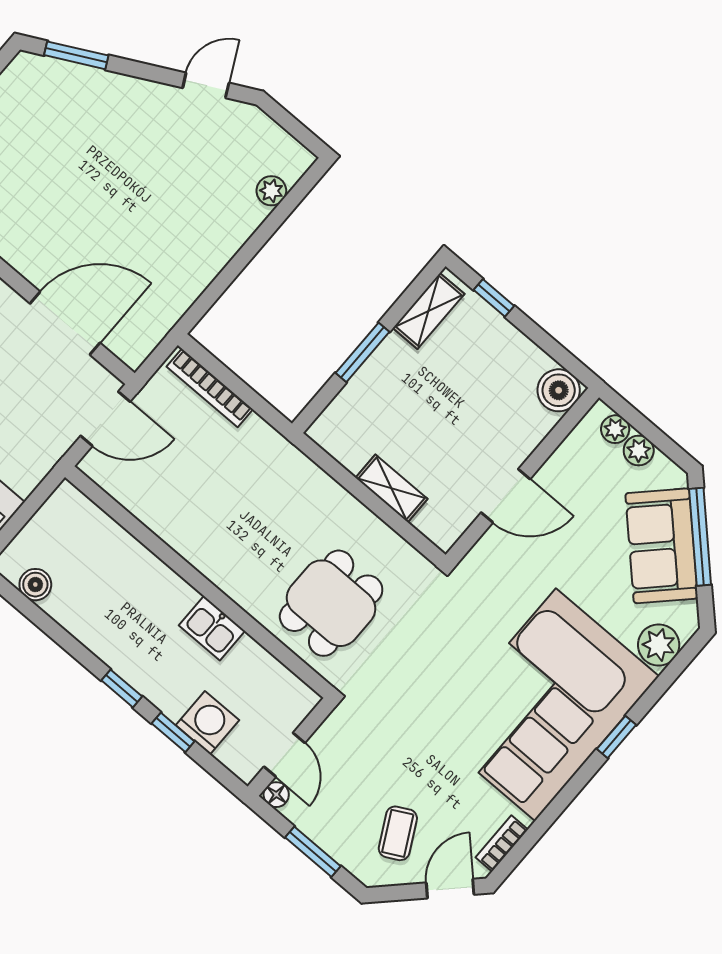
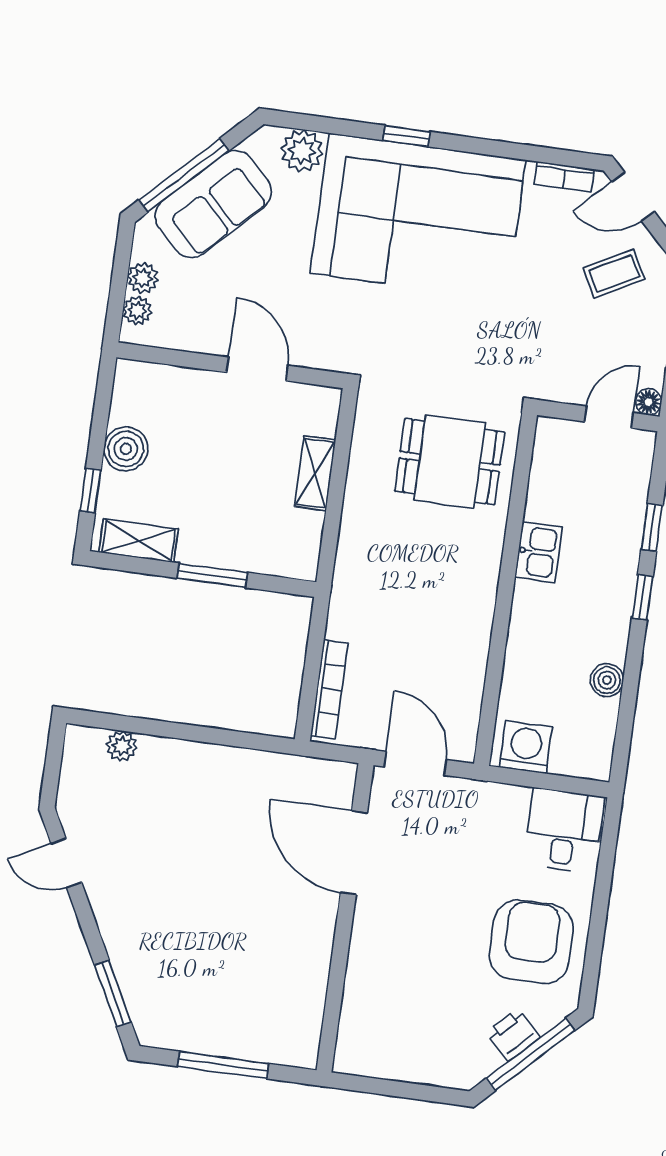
boiler: (559, 390) -> (126, 449), moved
boiler: (35, 585) -> (607, 680), moved
washing machine: (207, 723) -> (526, 747), moved, turned 90

